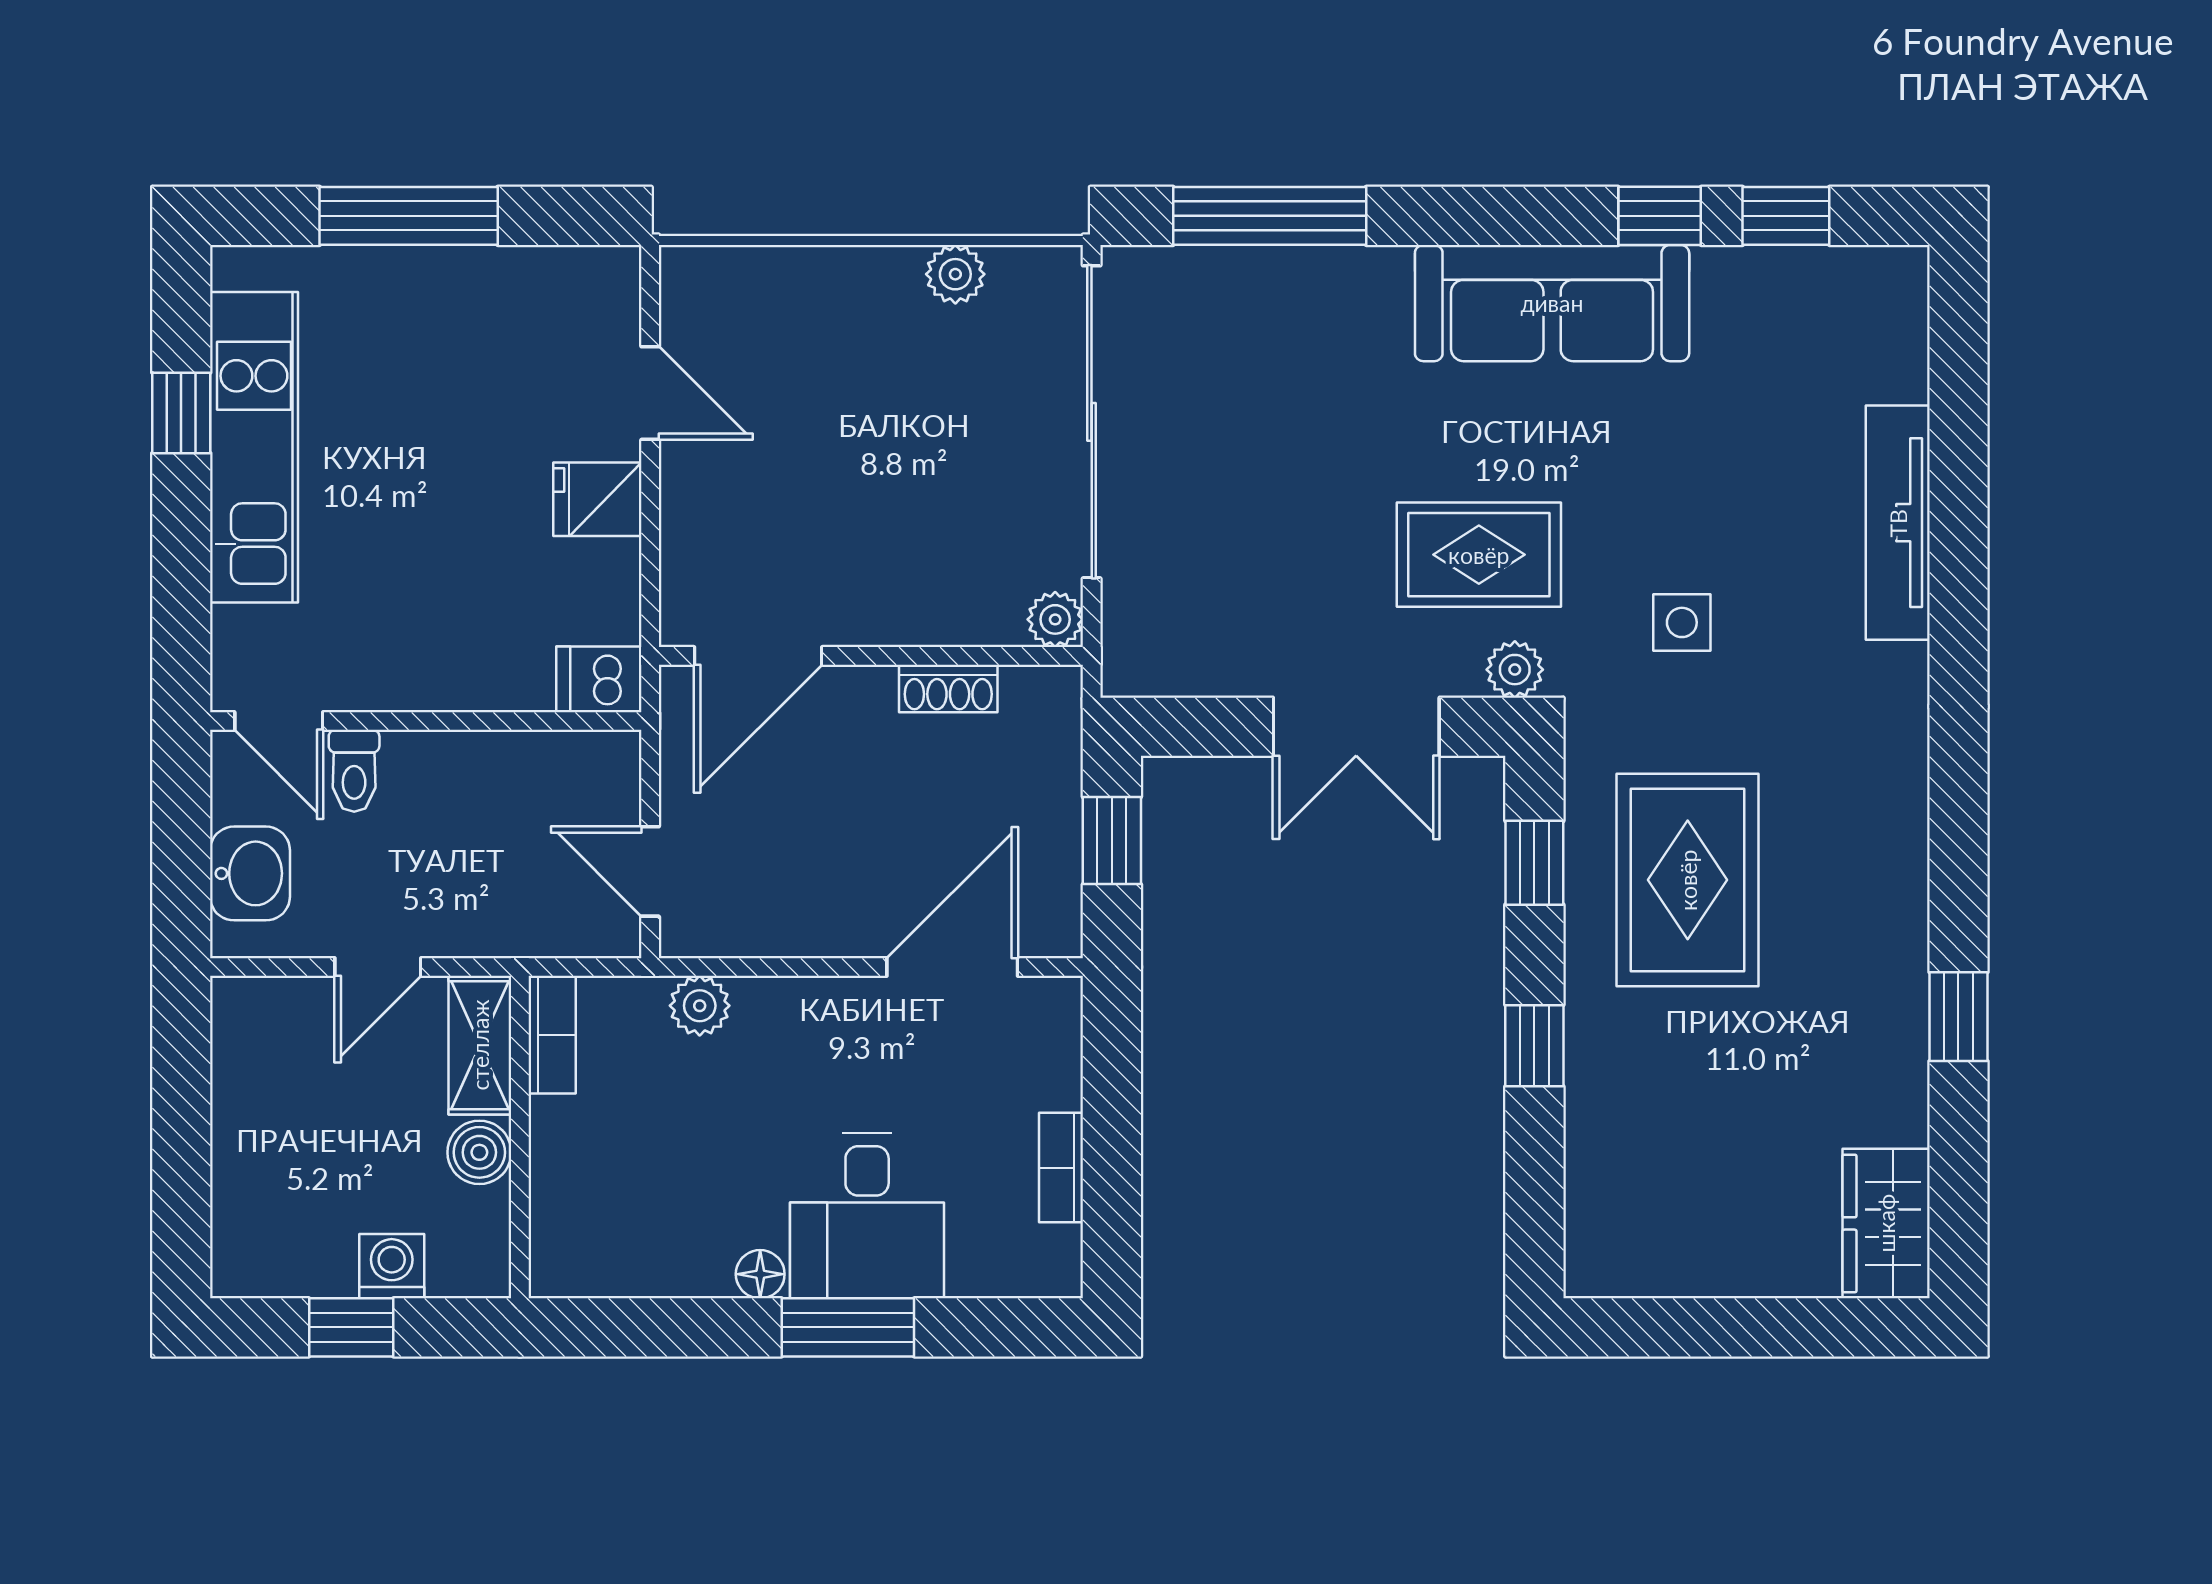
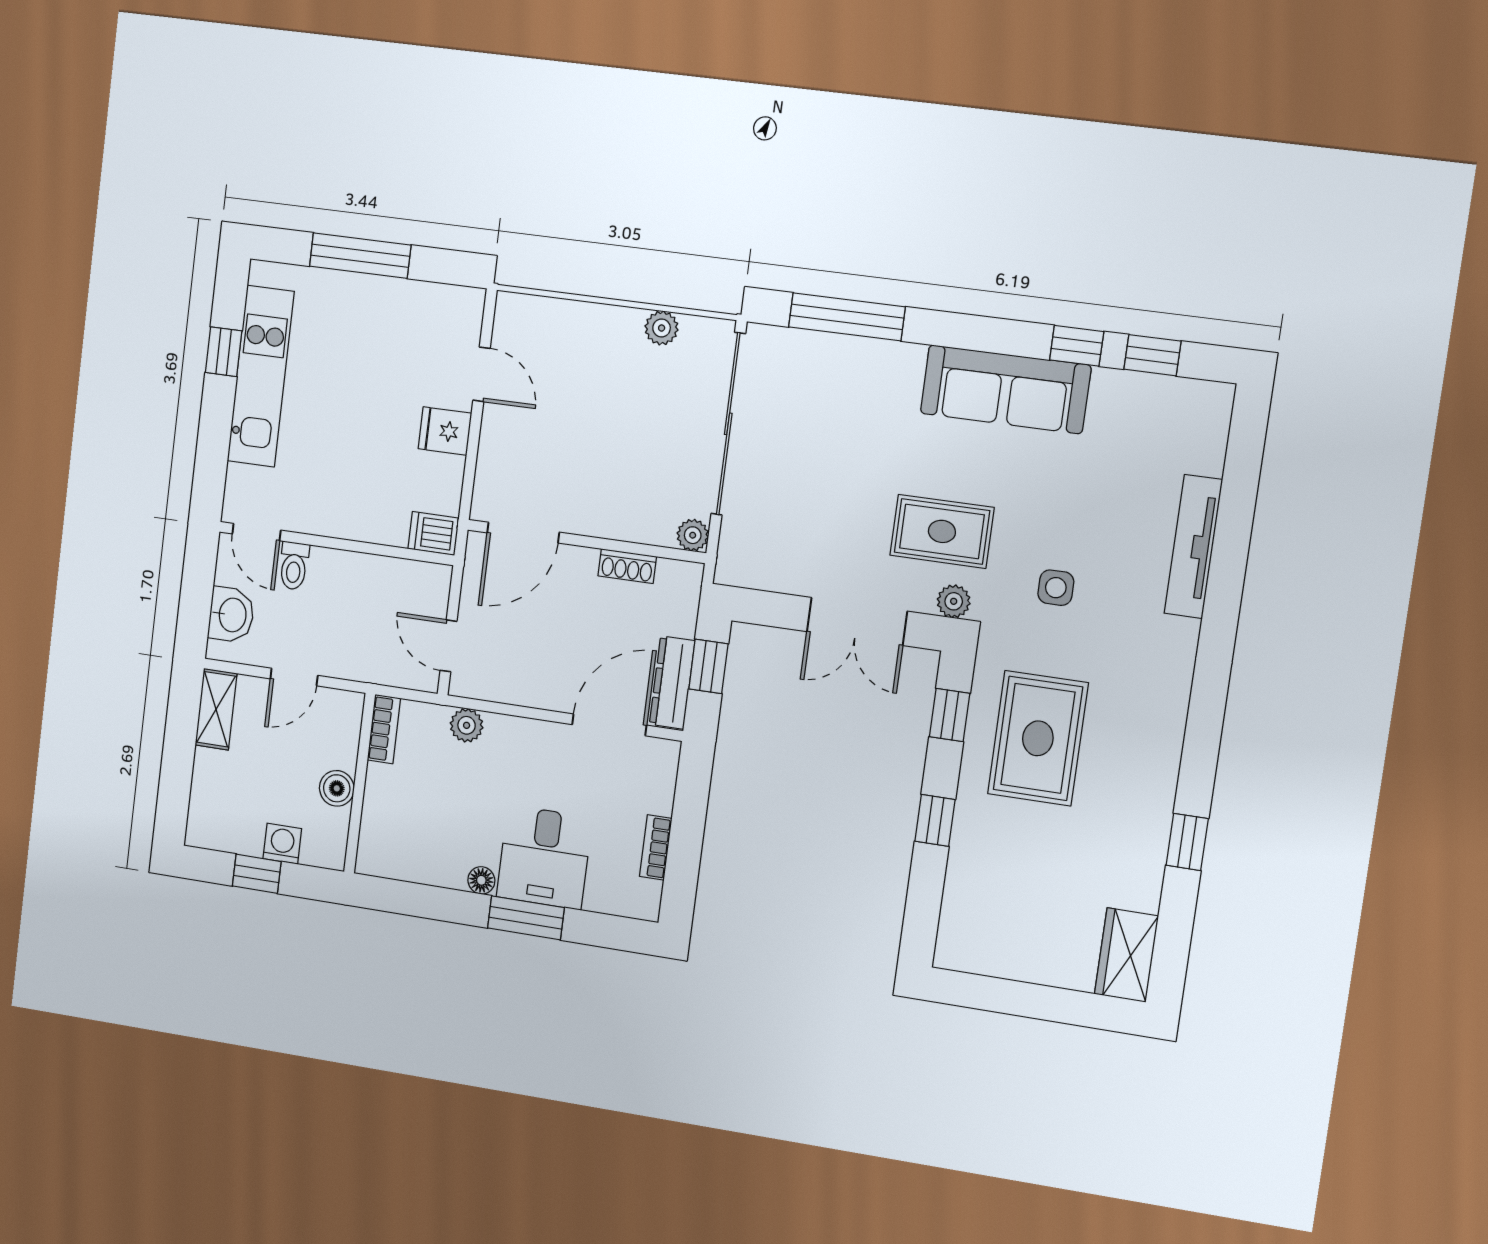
dresser: (1052, 878) -> (672, 683), added
shelving: (480, 1045) -> (216, 709), moved

